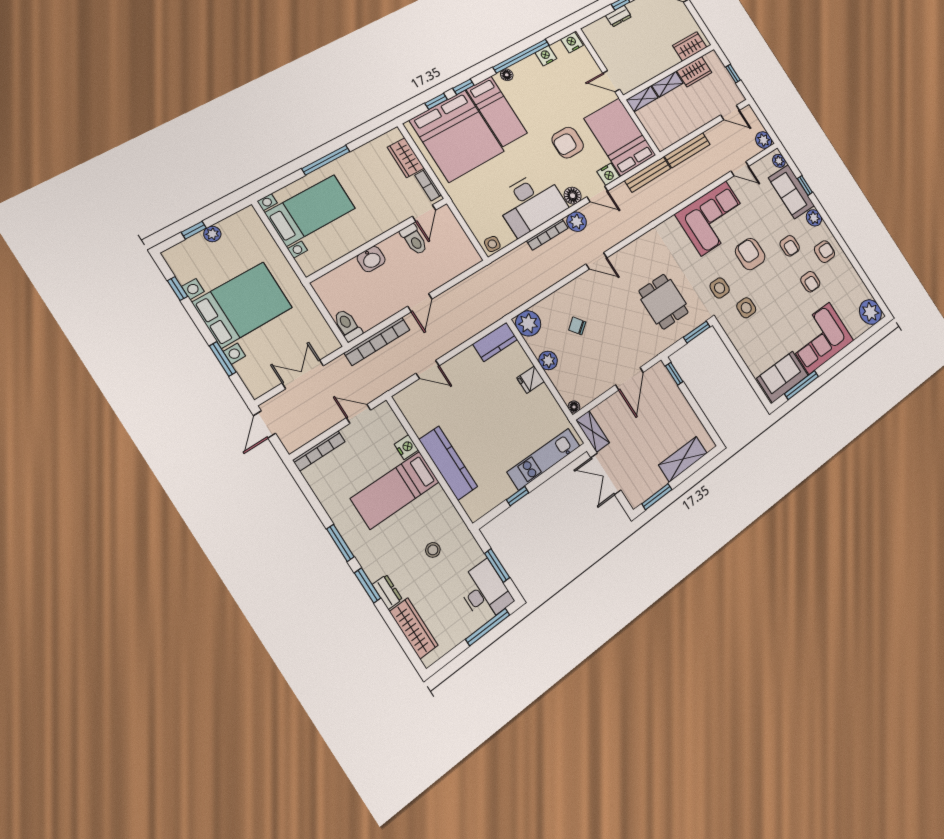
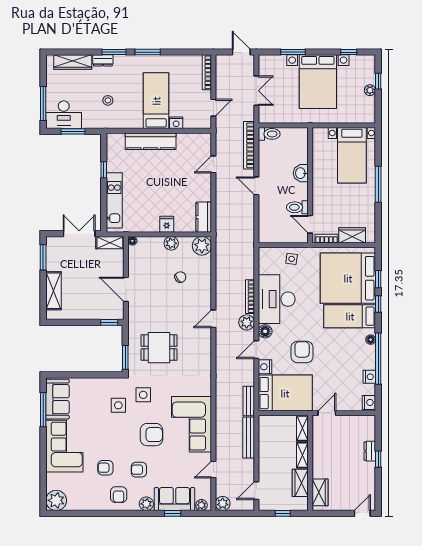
bench: (648, 174) -> (249, 401), width x0.73
side table: (492, 244) -> (292, 259), moved

